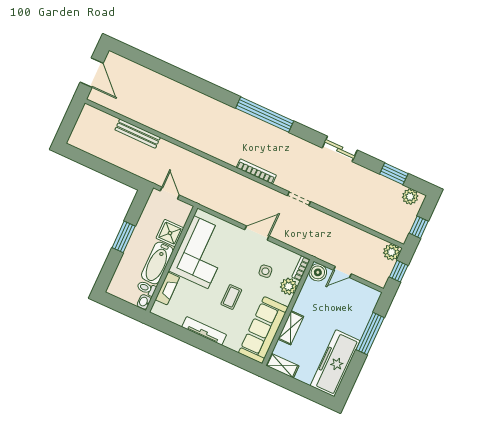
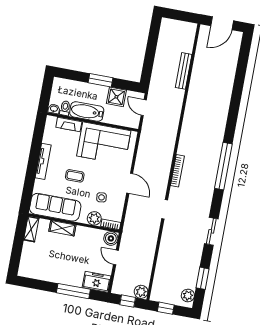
door: (170, 193) -> (144, 108), swing flipped
shower: (170, 233) -> (116, 97), moved
freezer: (335, 363) -> (97, 282), moved, width x0.52, depth x0.79

